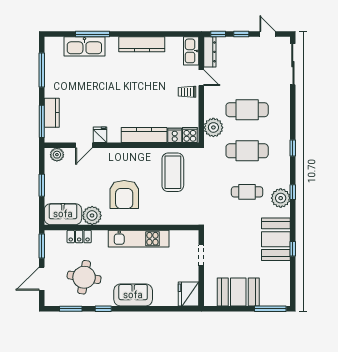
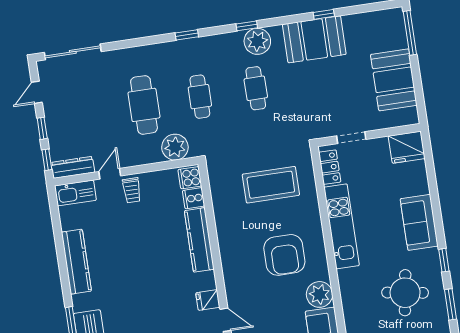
cafe table: (247, 151) -> (200, 97), width x0.73, depth x0.74
coffee table: (173, 172) -> (271, 185), moved
armchair: (124, 195) -> (284, 255), turned 90
locker: (79, 237) -> (330, 167), moved

